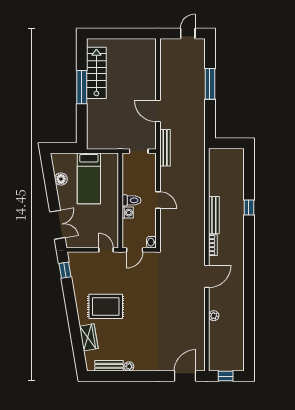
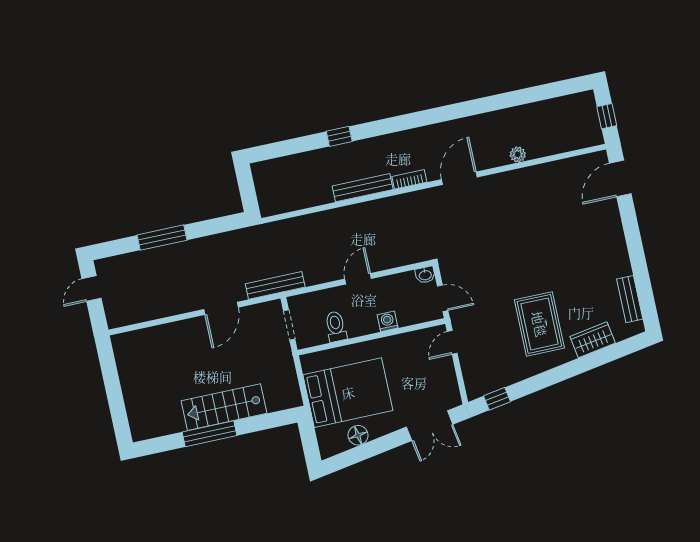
door: (188, 33) -> (92, 288), hinge flipped
stairs: (96, 73) -> (224, 407), moved
bed: (89, 178) -> (348, 393), width x1.50
toilet: (131, 200) -> (336, 326), moved
double door: (57, 225) -> (430, 426), swing flipped
door: (207, 276) -> (459, 178), hinge flipped
plant: (129, 366) -> (624, 268), removed
door: (185, 376) -> (620, 178), hinge flipped

